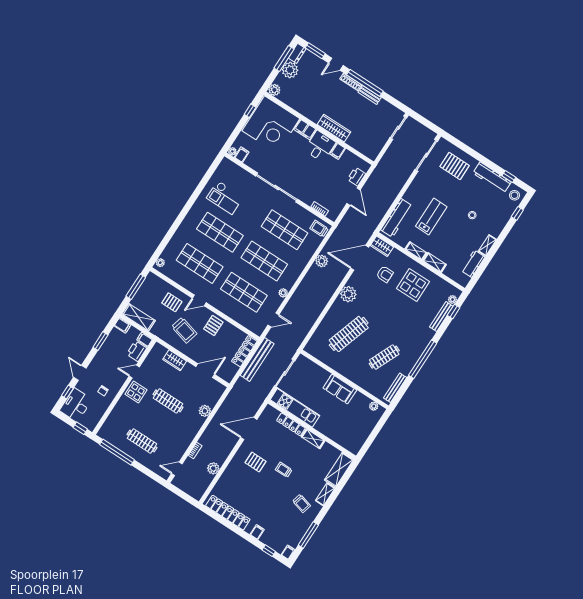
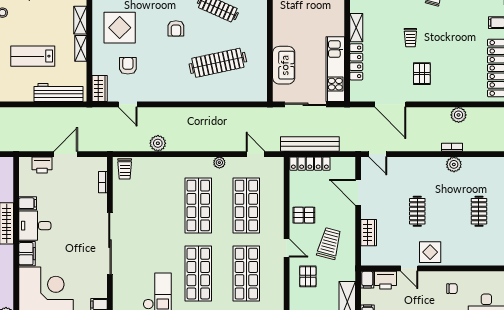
shop shelf: (285, 230) -> (150, 205), removed
door: (360, 258) -> (128, 104), width x0.53
plant: (348, 294) -> (175, 91), removed
armchair: (389, 321) -> (176, 28), added
clothes rail: (349, 334) -> (218, 63), turned -30
sofa: (340, 389) -> (284, 65), moved
clothes rail: (168, 401) -> (417, 211), width x0.73
plant: (205, 411) -> (454, 164), moved
clothes rail: (142, 441) -> (479, 211), width x0.73
door: (177, 469) -> (378, 154), moved

